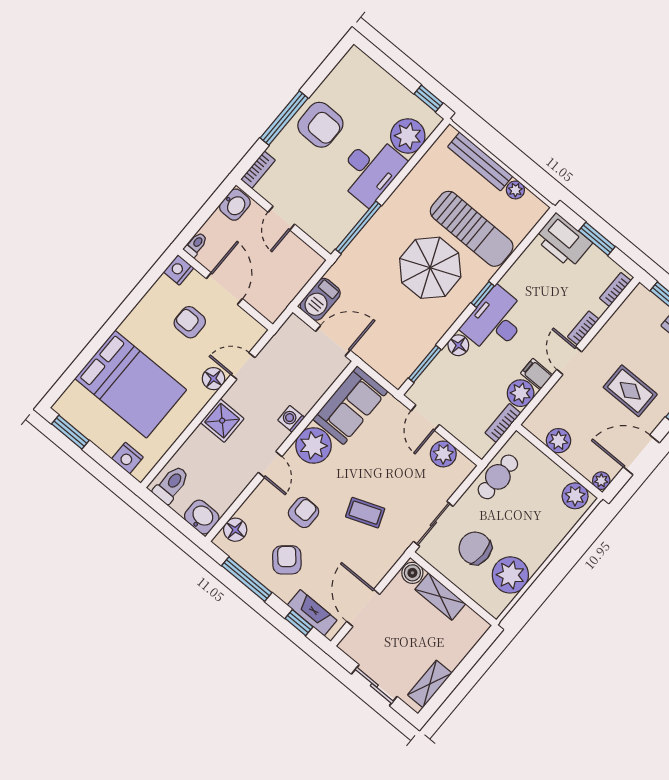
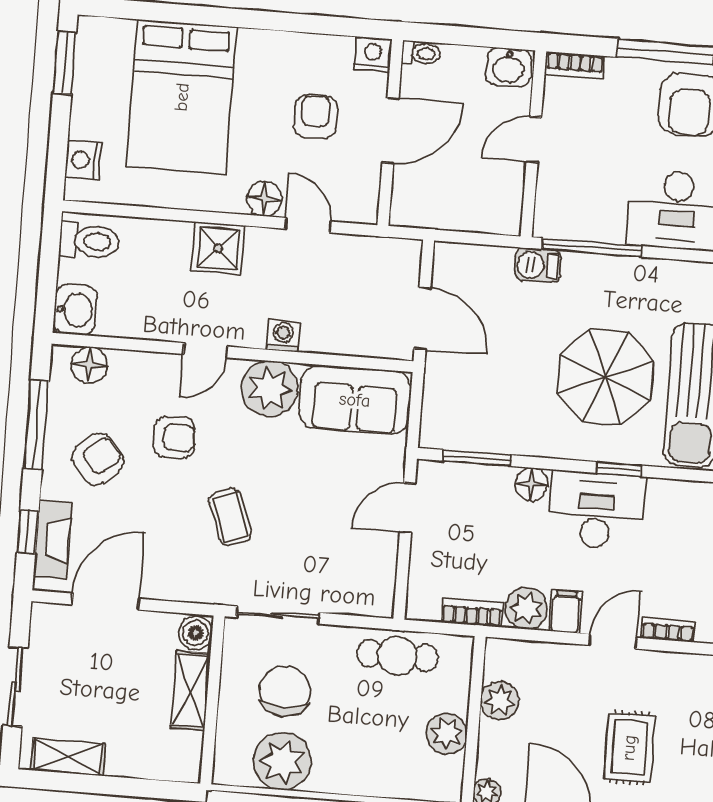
barbecue: (320, 299) -> (538, 265), moved, width x0.73, depth x0.79
plant: (443, 454) -> (377, 564), removed
plant: (575, 496) -> (447, 734), moved

